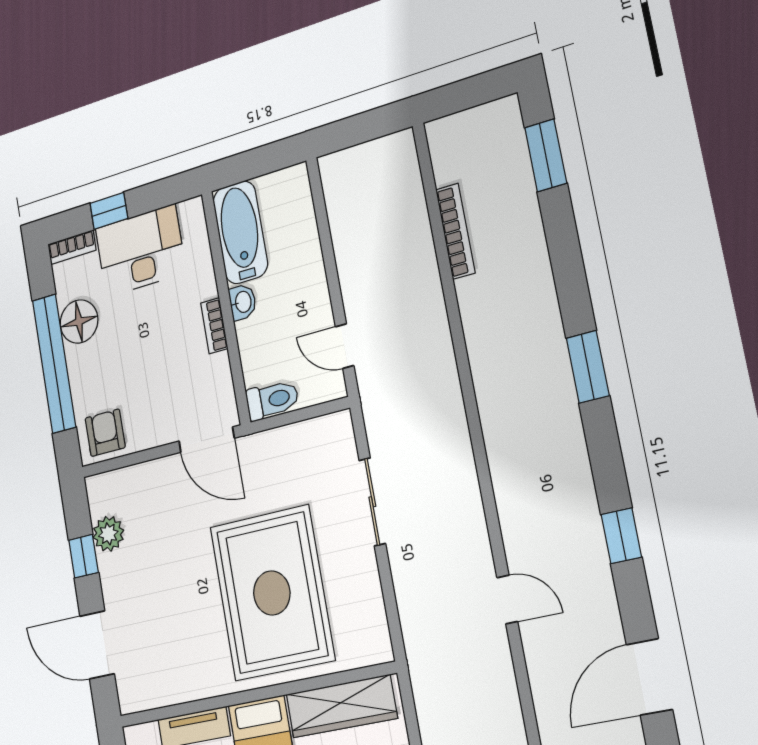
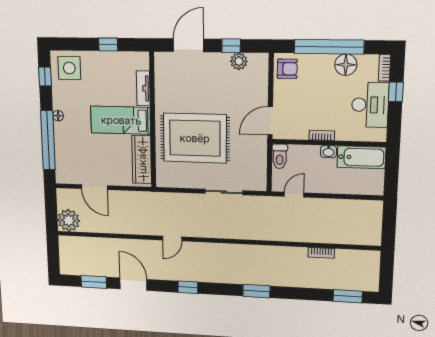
bookcase: (455, 231) -> (321, 253), width x0.64

